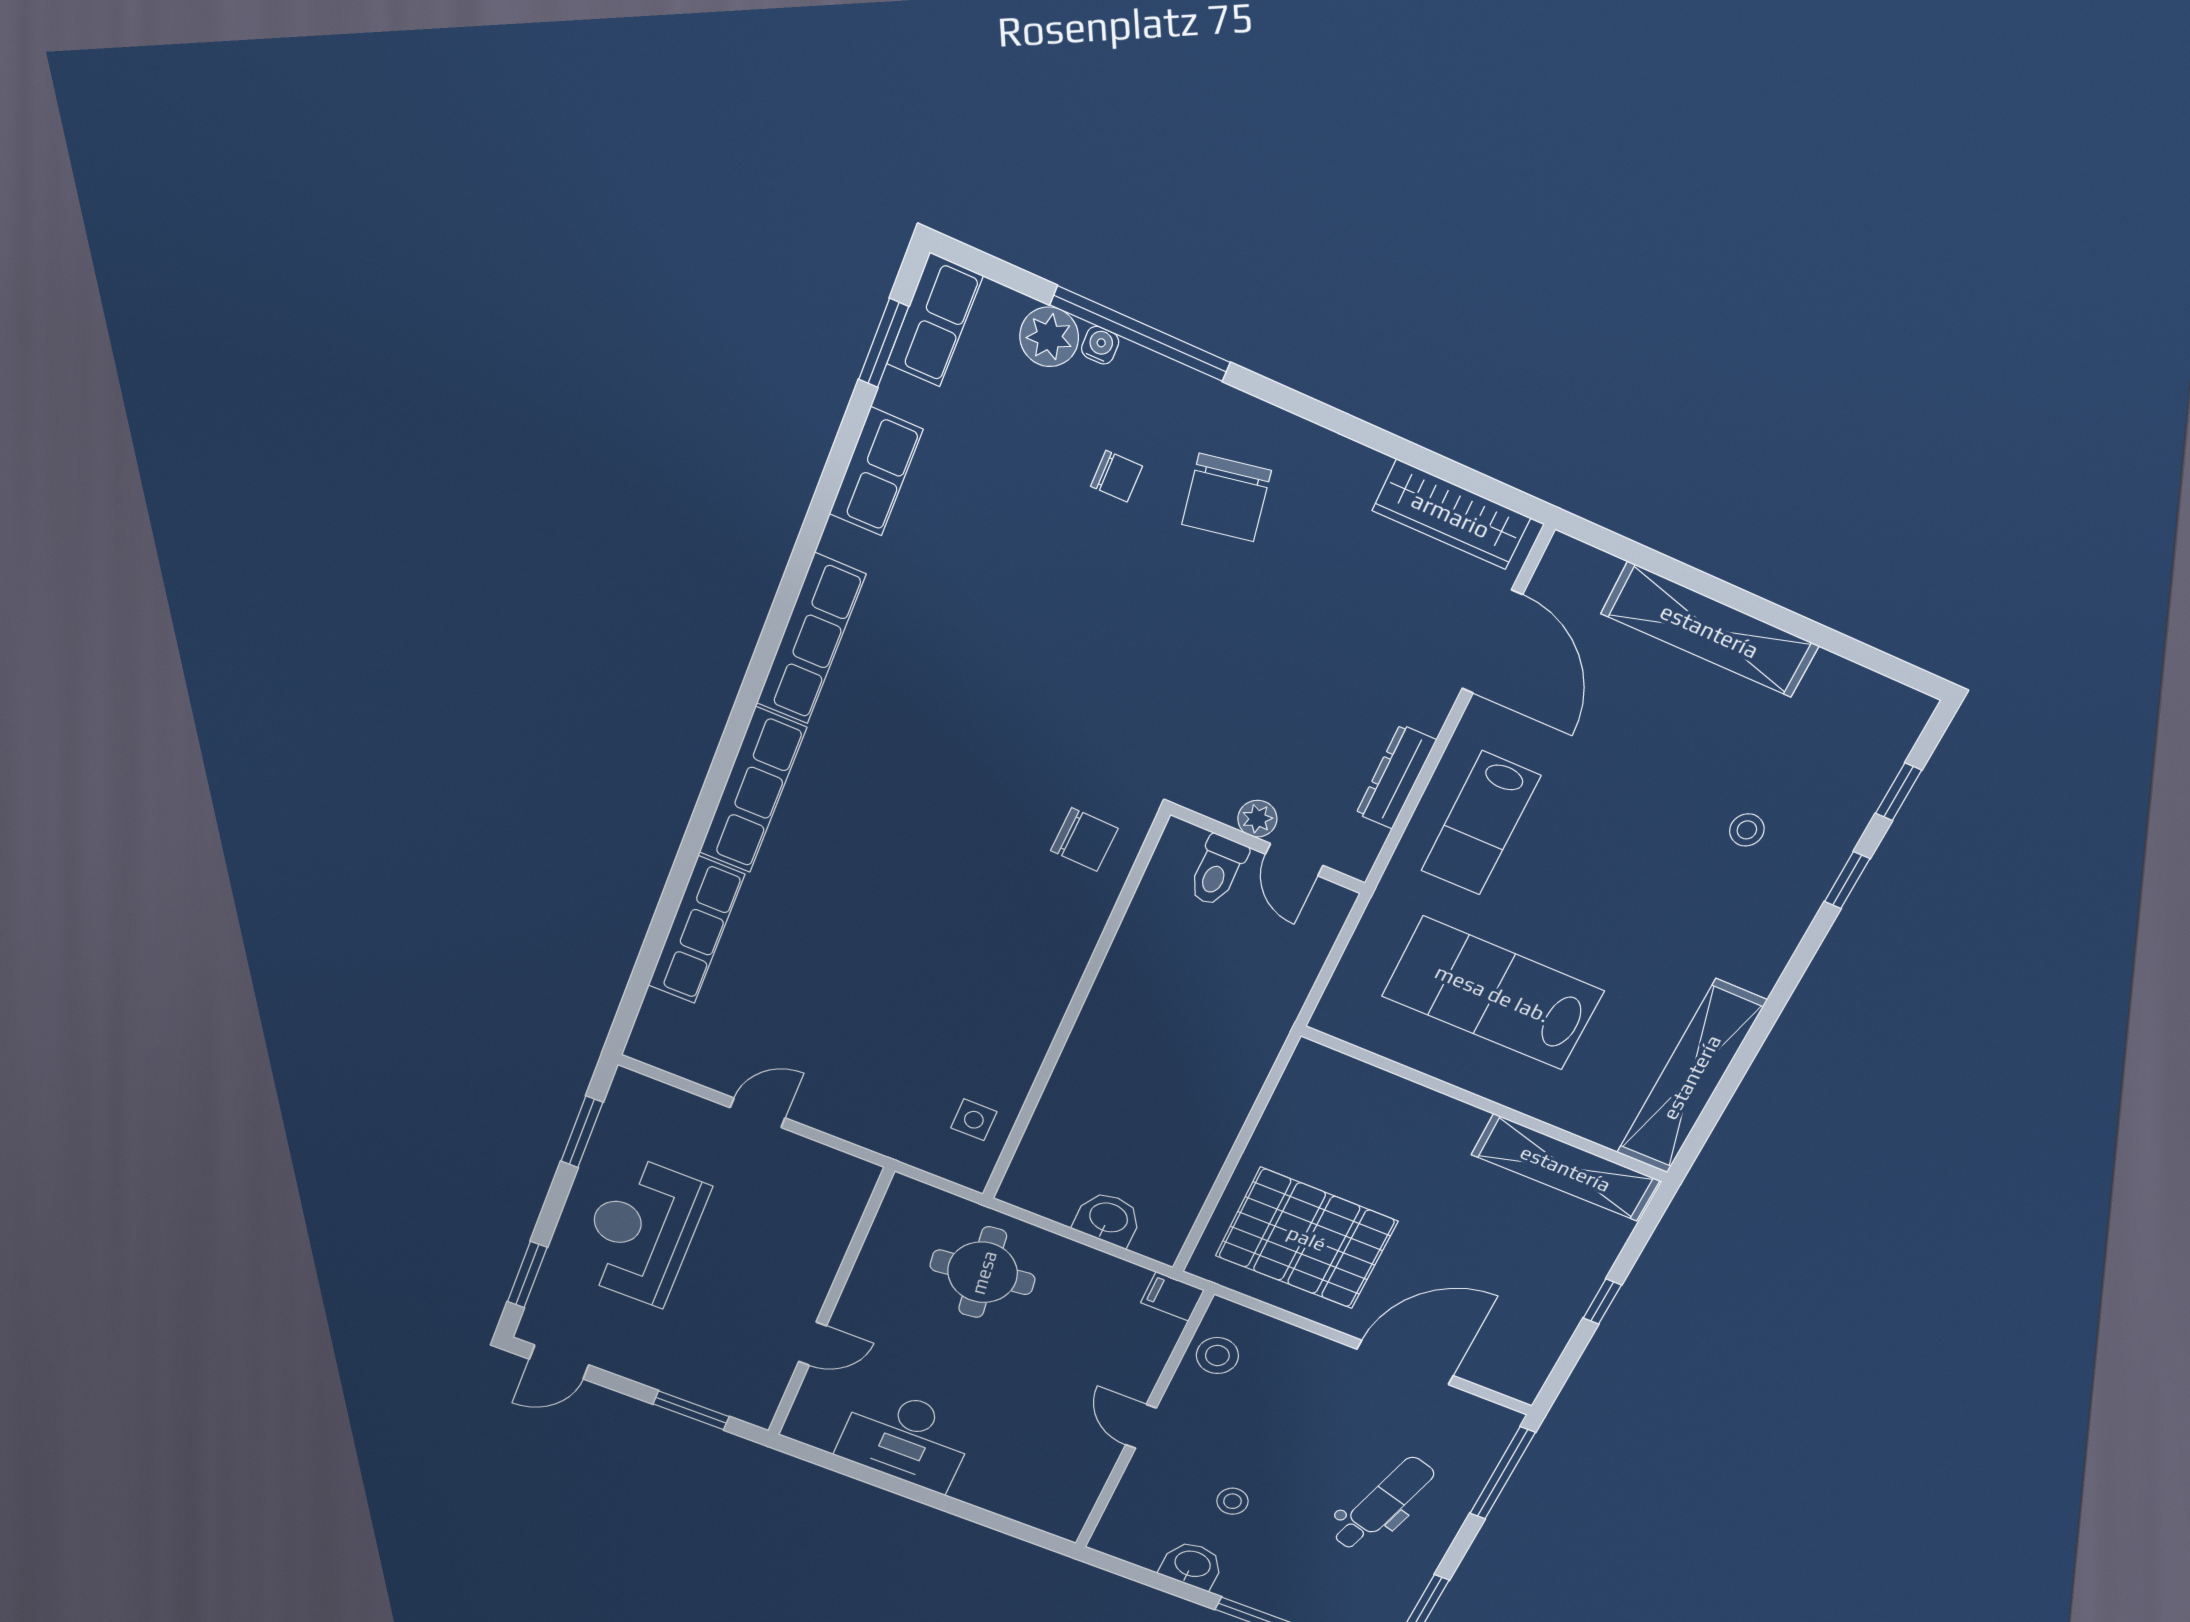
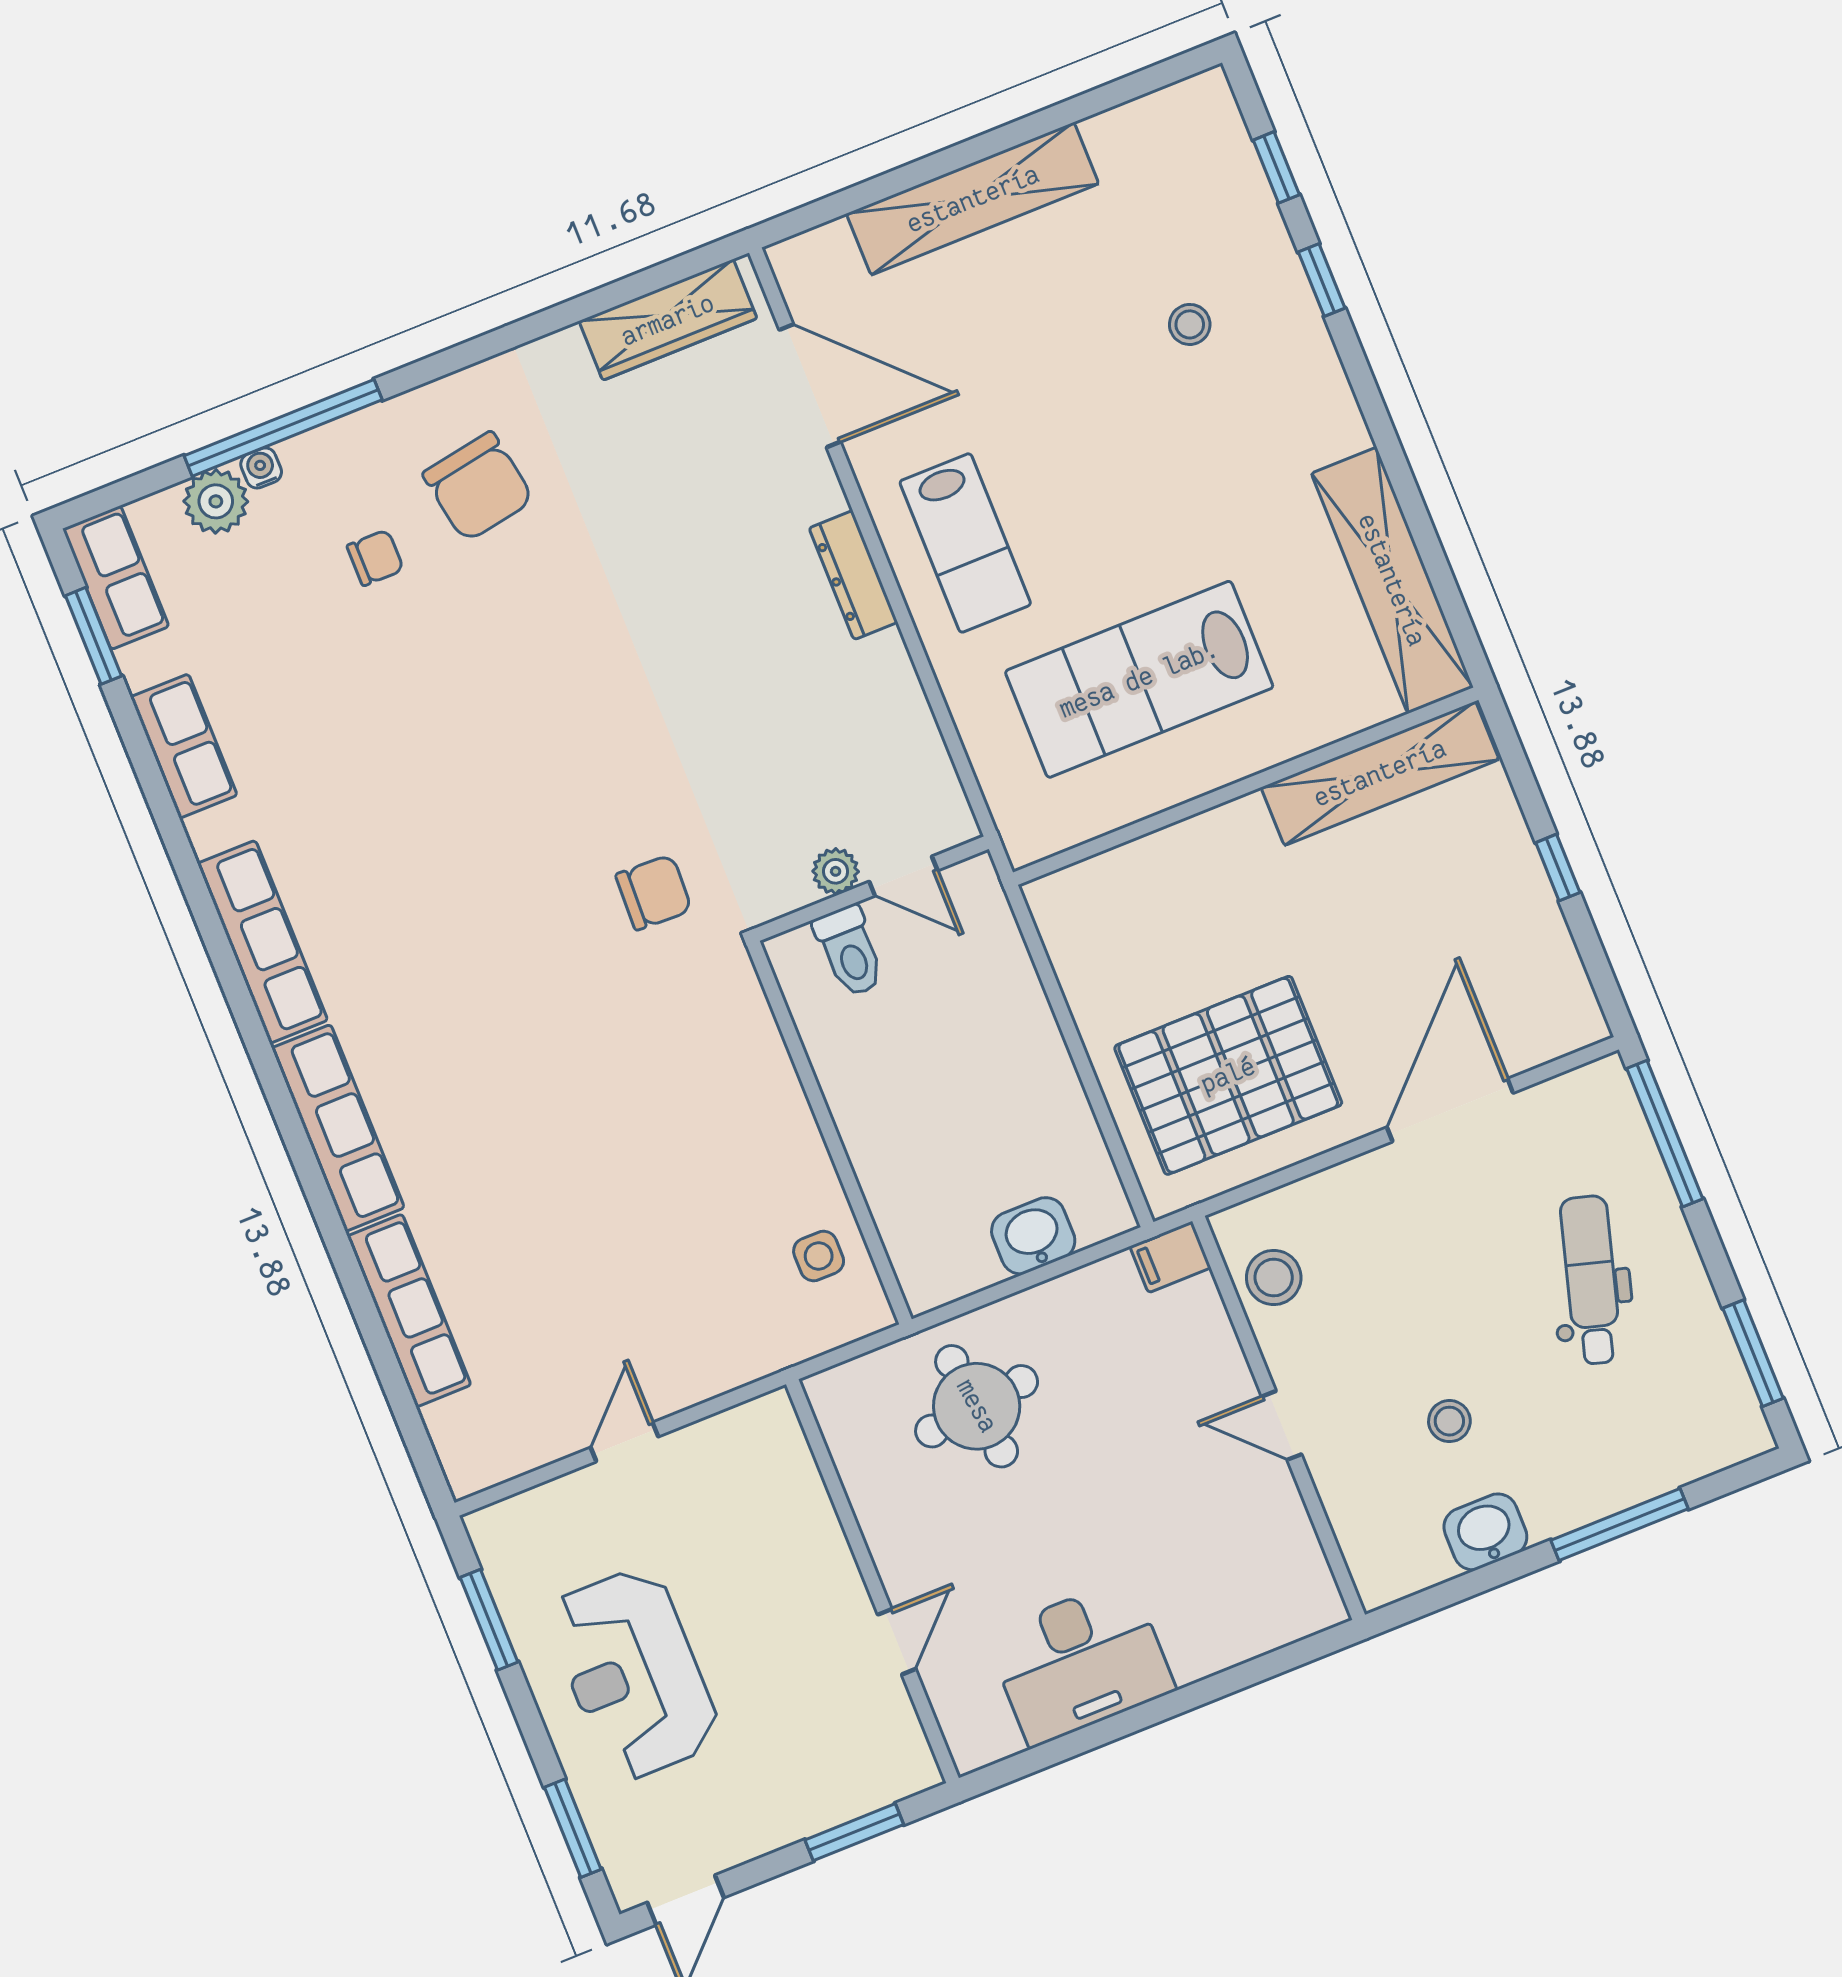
plant: (1257, 819) -> (836, 871), moved
wall: (1268, 849) -> (872, 889), moved
door: (1294, 860) -> (903, 876), moved
toilet: (1217, 871) -> (850, 951), moved

